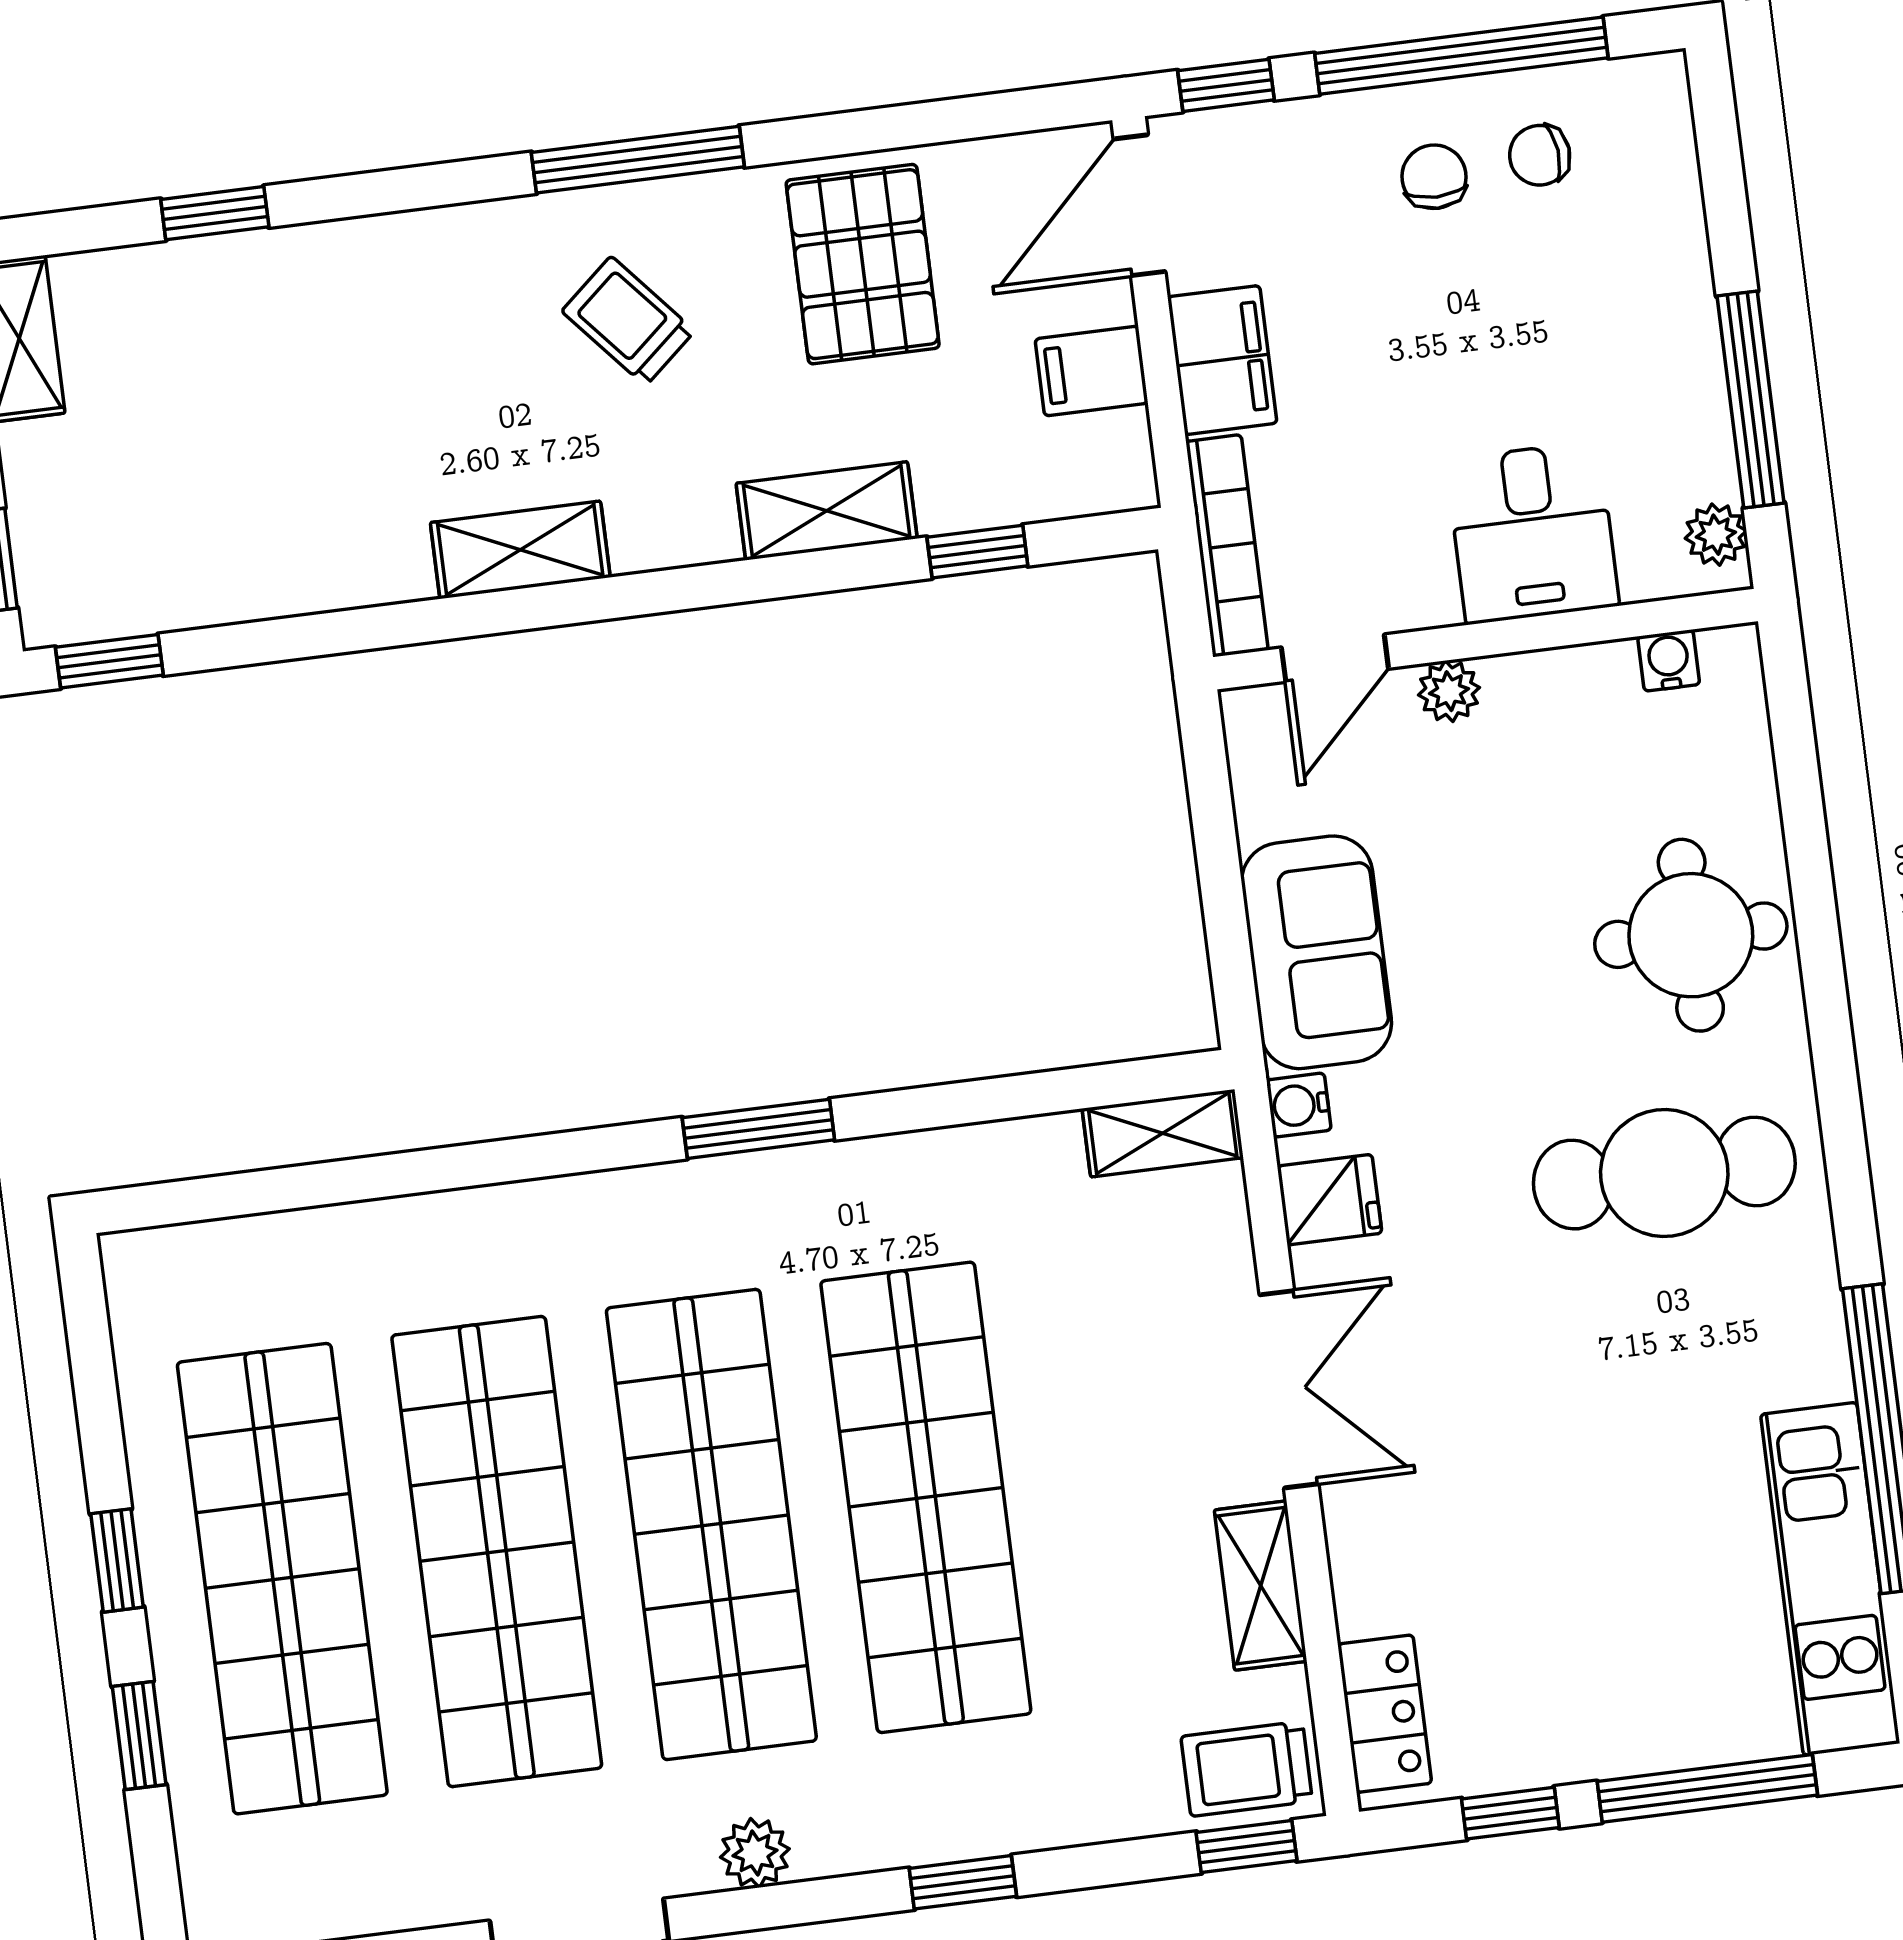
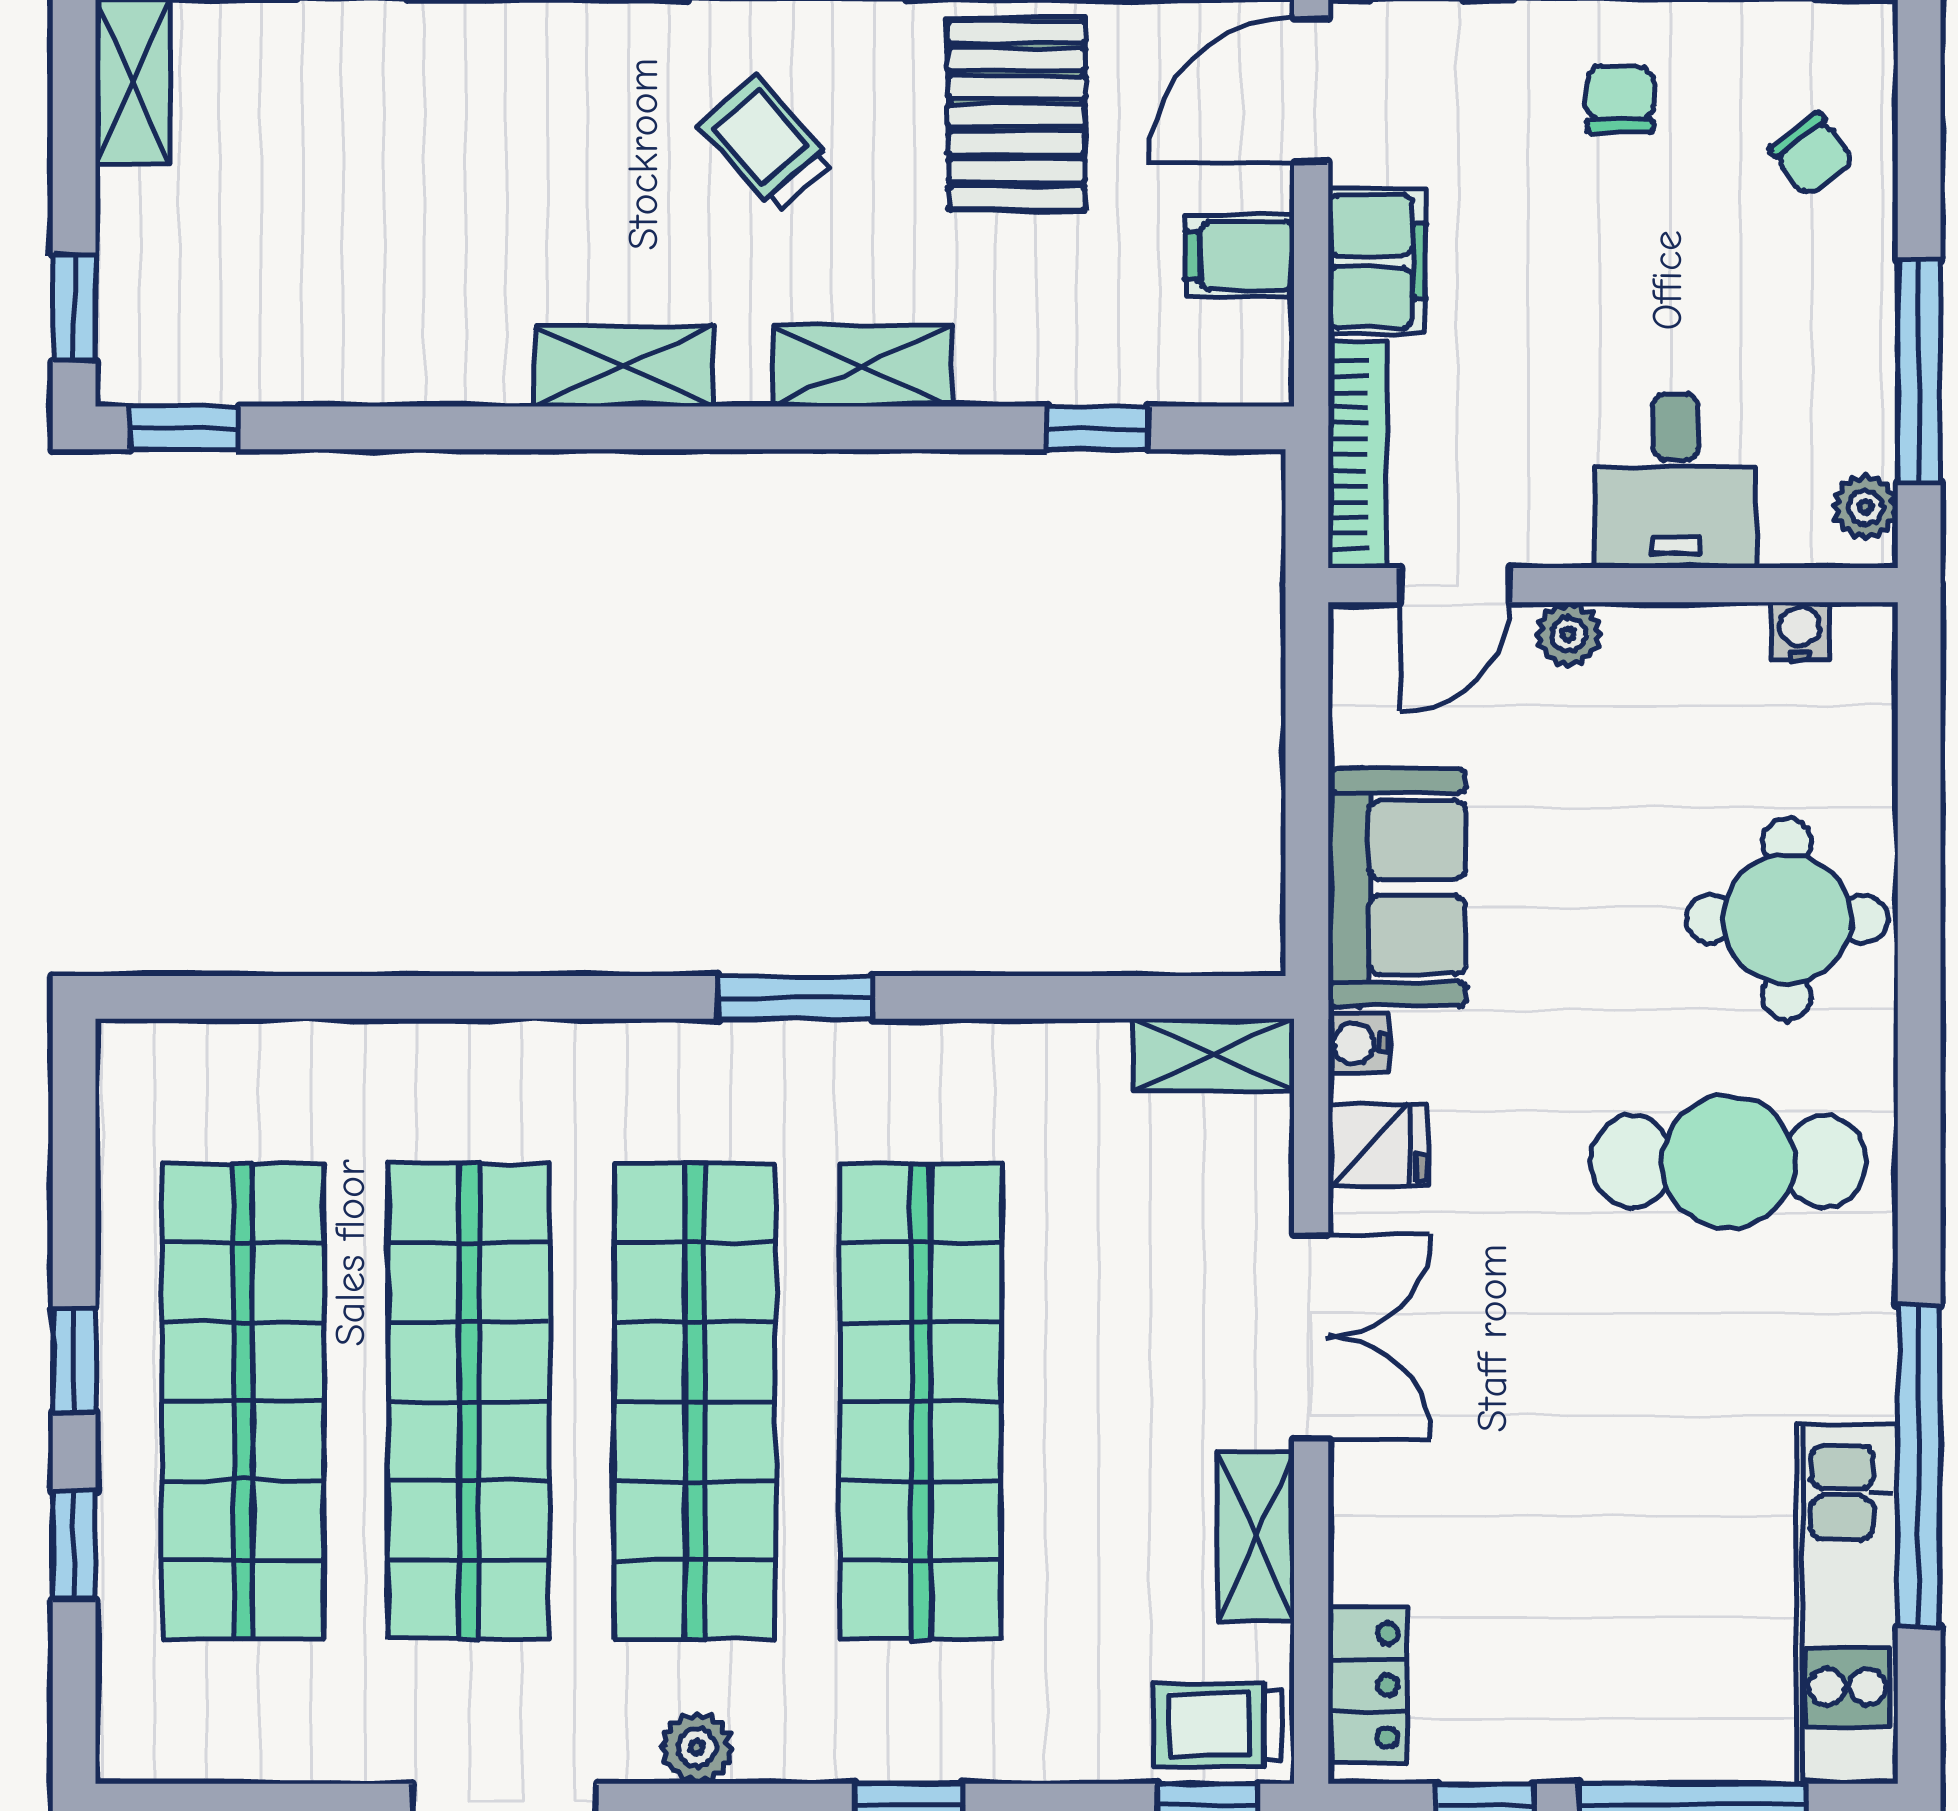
chair: (1540, 155) -> (1812, 155), moved, turned -121
shelving: (827, 511) -> (862, 366), moved

